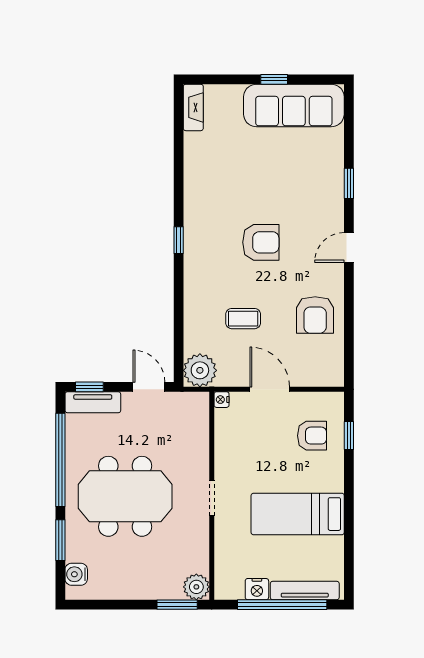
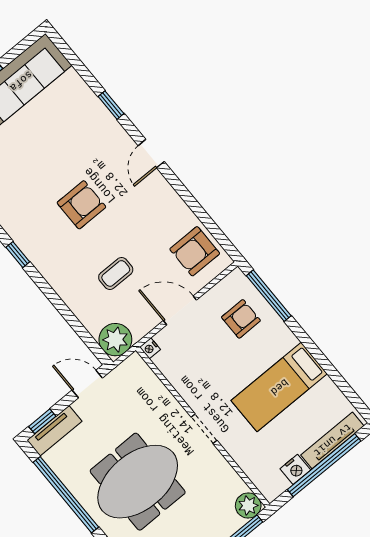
armchair: (315, 315) -> (195, 251), moved, turned 90
window: (349, 435) -> (269, 296), width x2.17

